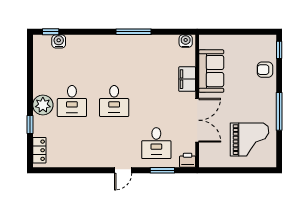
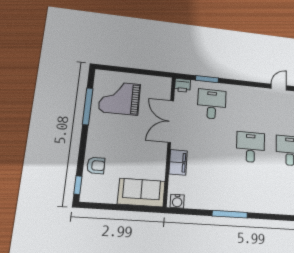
sofa: (211, 71) -> (141, 193), moved, turned 90
window: (279, 111) -> (88, 106), moved
door: (123, 170) -> (279, 87), moved

